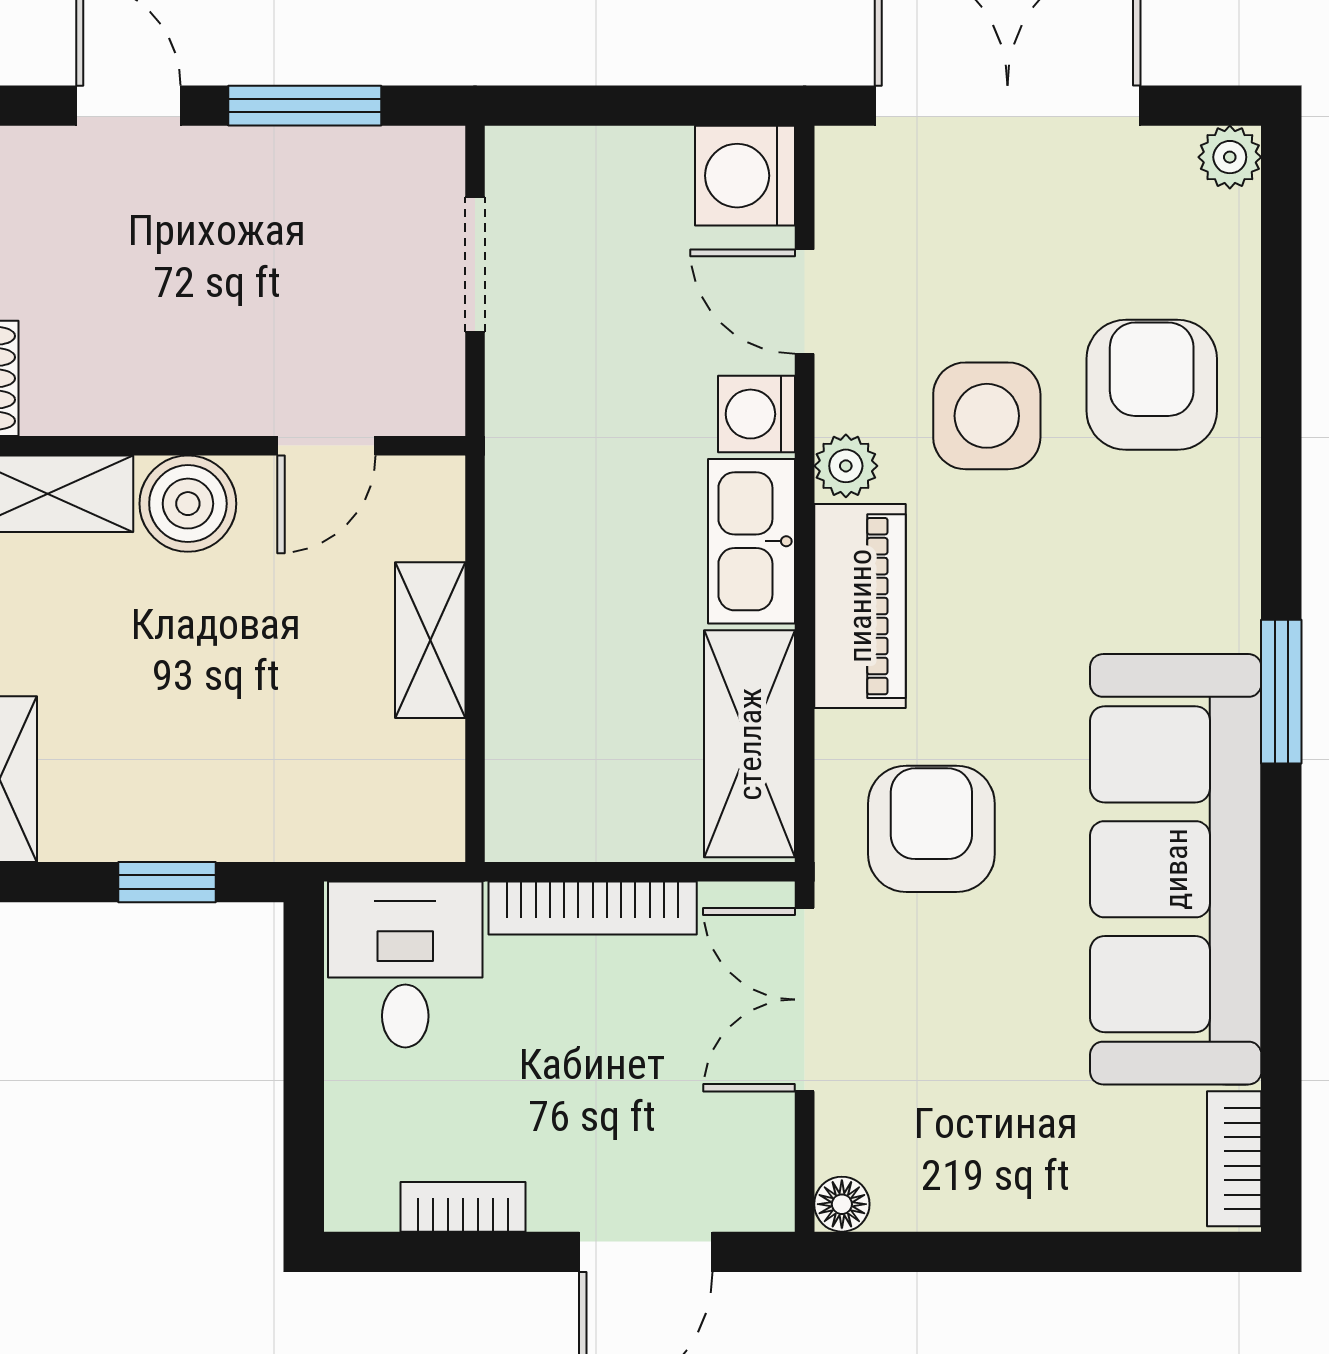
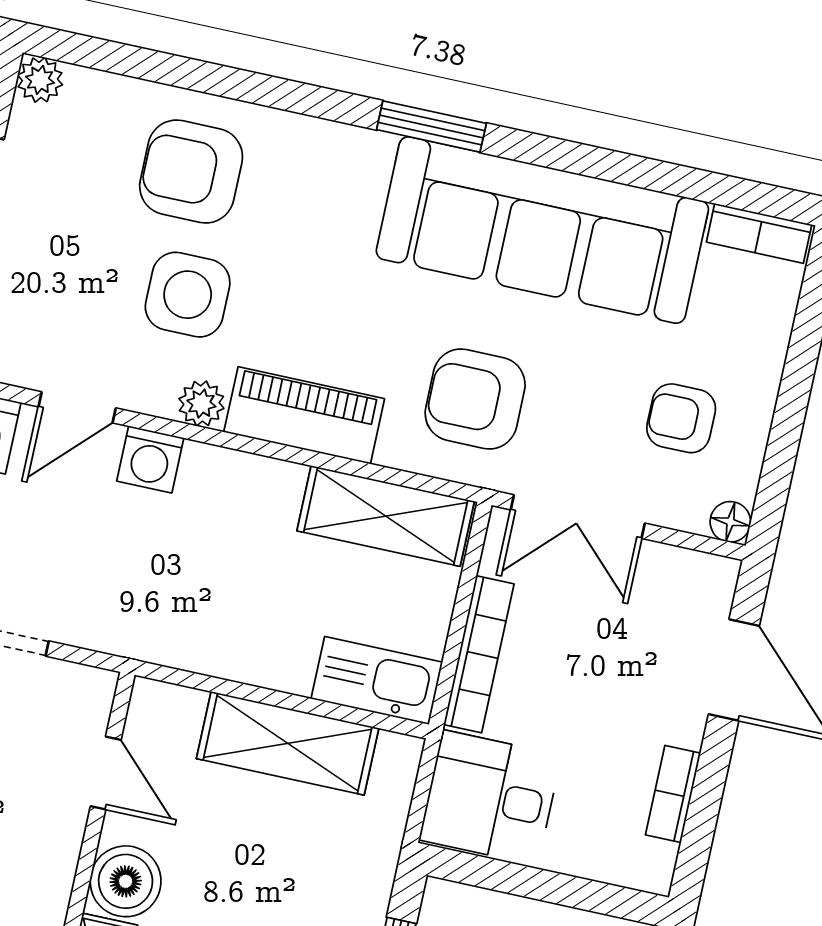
kitchen sink: (752, 541) -> (377, 680), moved, turned 180
shelving: (430, 640) -> (288, 743), width x1.50, depth x1.33
armchair: (965, 1109) -> (681, 418), added

